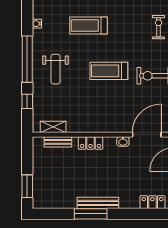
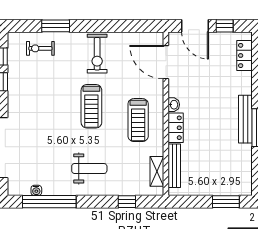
treadmill: (88, 26) -> (138, 120), moved
window: (27, 59) -> (49, 202), moved
washbasin: (123, 141) -> (174, 105), moved
bench: (58, 142) -> (174, 166), width x1.36

